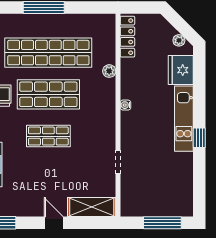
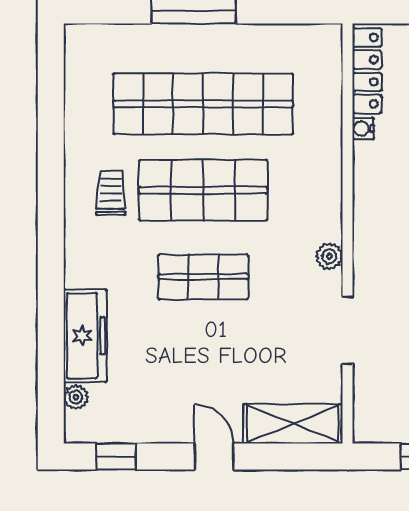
plant: (109, 71) -> (329, 256), moved
water cooler: (126, 105) -> (363, 128), moved
doorway: (118, 162) -> (348, 330), width x1.38

